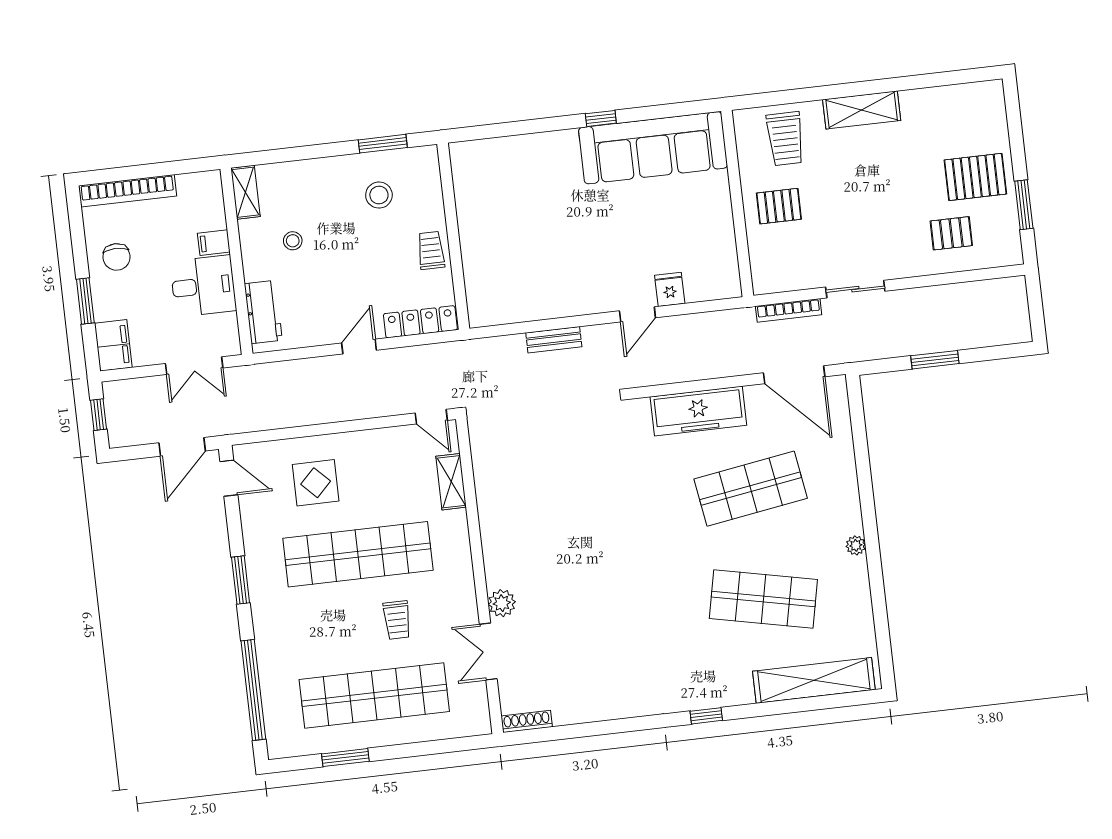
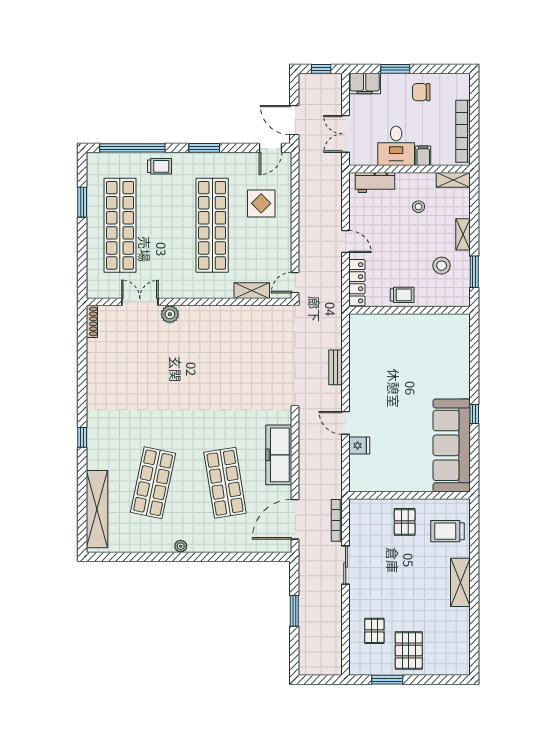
shelving: (327, 168) -> (463, 234), added
bookcase: (128, 191) -> (463, 131), moved
trolley: (397, 620) -> (160, 166), moved, turned 180

